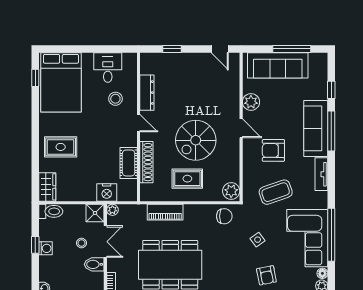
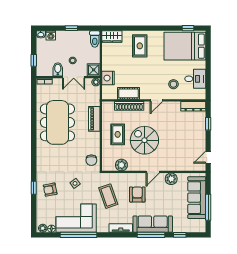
dresser: (147, 93) -> (193, 106), moved
plant: (231, 191) -> (121, 165), moved
washing machine: (46, 248) -> (51, 35), moved

